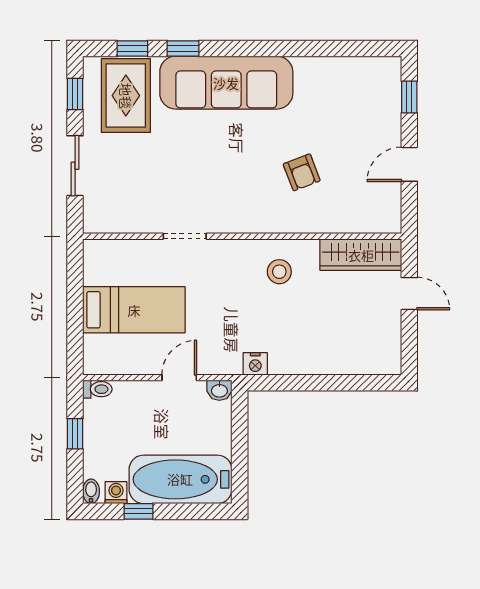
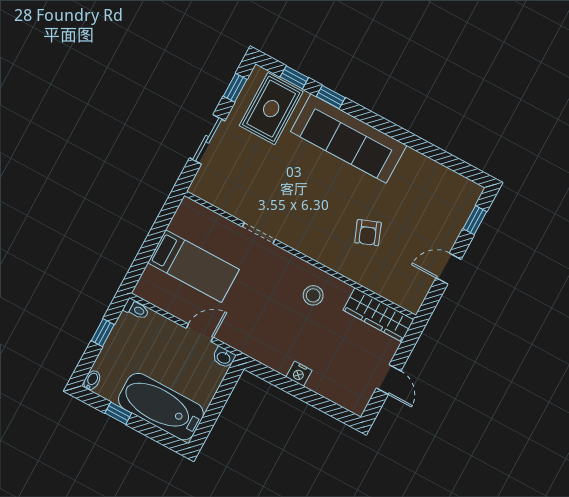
door: (409, 294) -> (389, 380), moved
nightstand: (255, 364) -> (299, 374), moved
washing machine: (116, 493) -> (109, 391), removed

